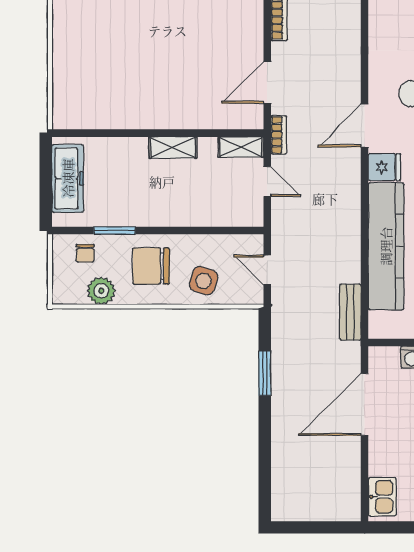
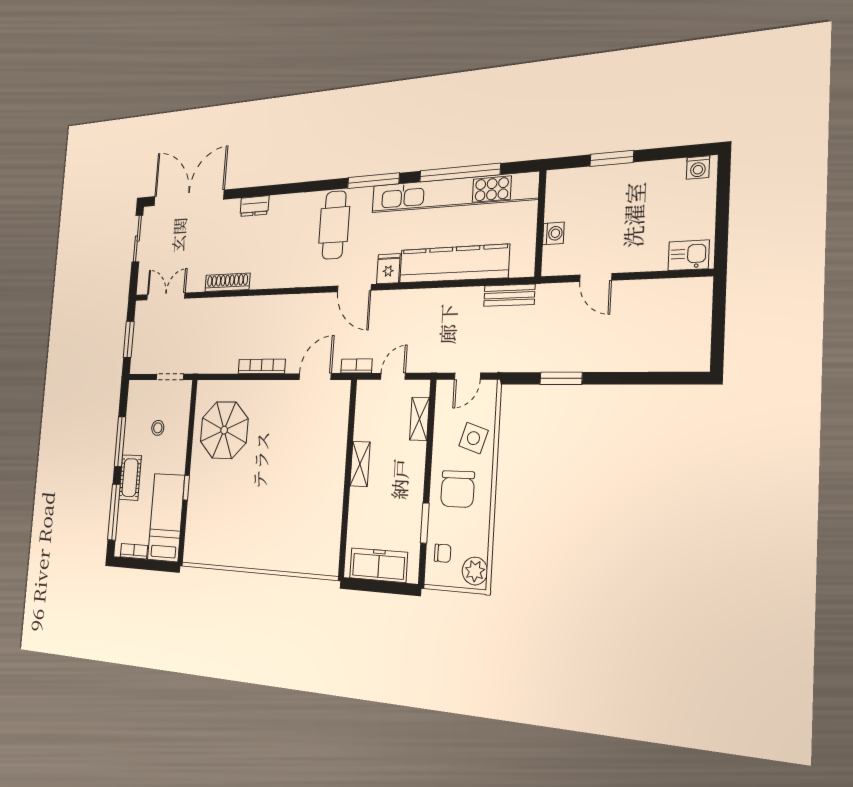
door: (267, 82) -> (315, 377), swing flipped
shelving: (241, 147) -> (419, 419), moved
plant: (101, 291) -> (475, 571), moved
door: (365, 404) -> (596, 278), width x0.53

